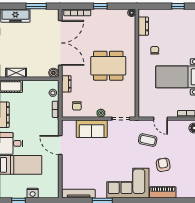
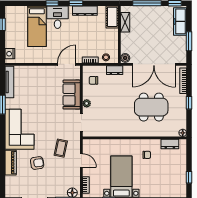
dining table: (108, 66) -> (151, 107), moved, turned 90
door: (161, 119) -> (81, 160), swing flipped
door: (60, 145) -> (67, 64), moved
nightstand: (33, 193) -> (10, 54), moved

